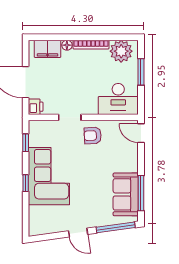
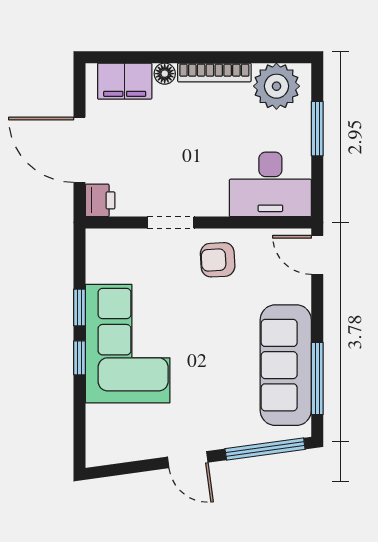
window: (26, 143) -> (80, 307), moved
sofa: (126, 194) -> (286, 365), width x1.36

